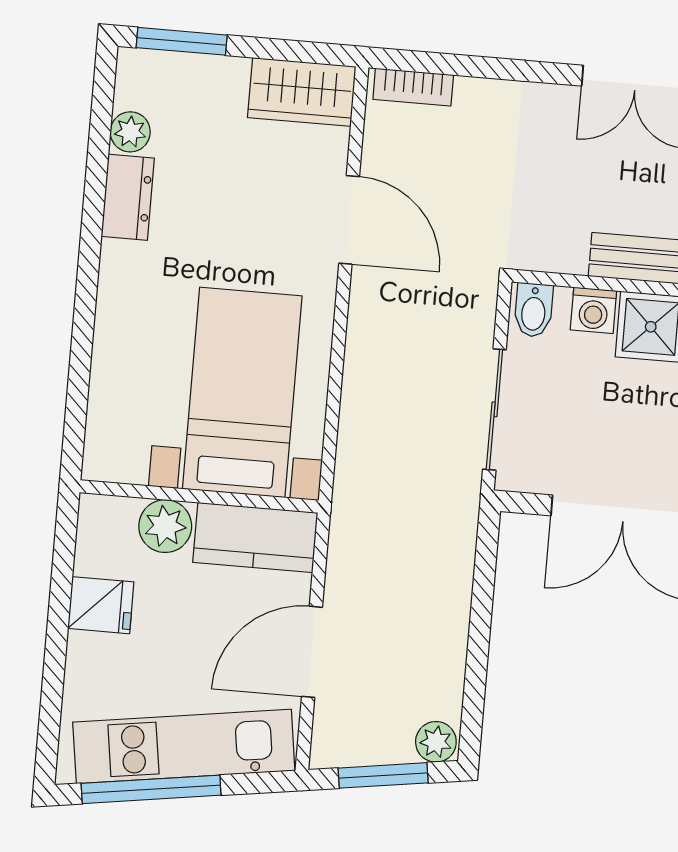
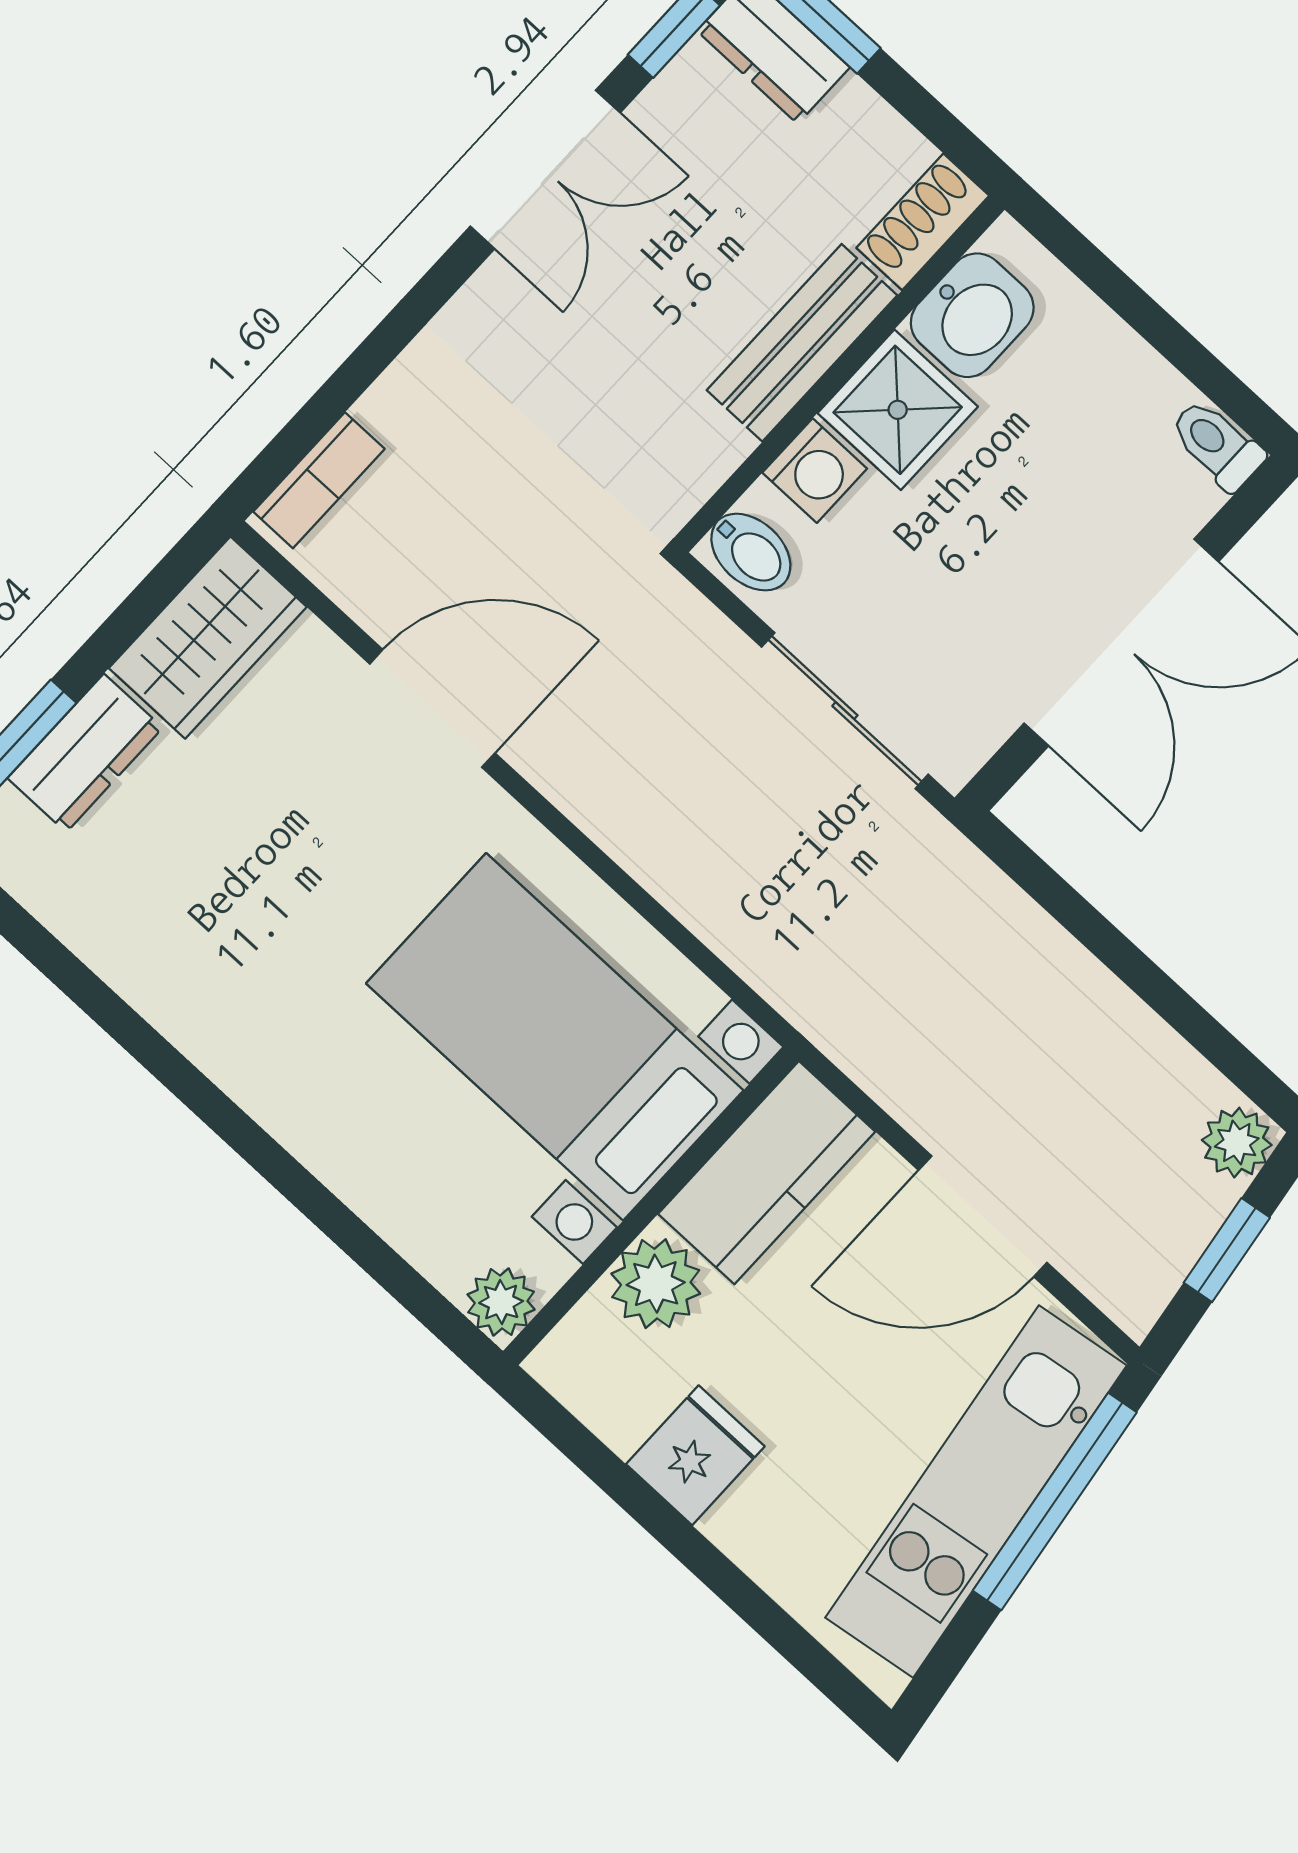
plant: (130, 132) -> (501, 1302), moved
dresser: (128, 197) -> (85, 753), moved, turned 90
door: (312, 652) -> (983, 1216), hinge flipped
window: (383, 775) -> (1227, 1250), width x0.67
window: (151, 789) -> (1055, 1502), moved

